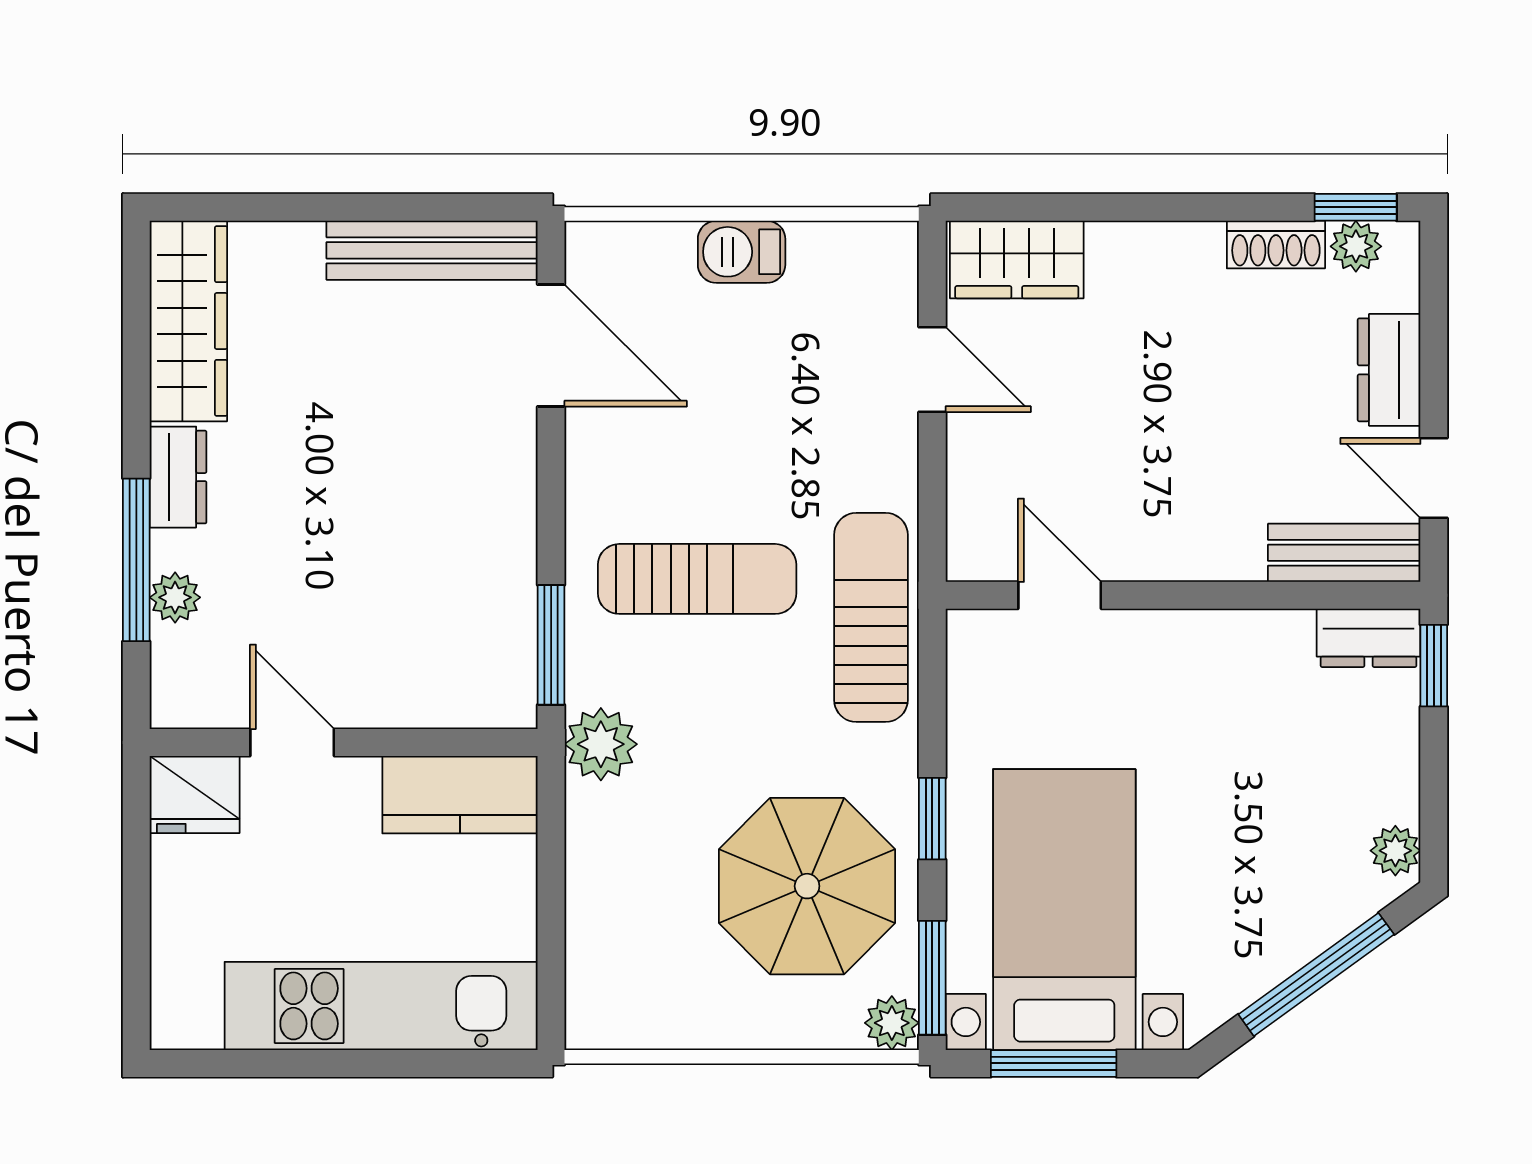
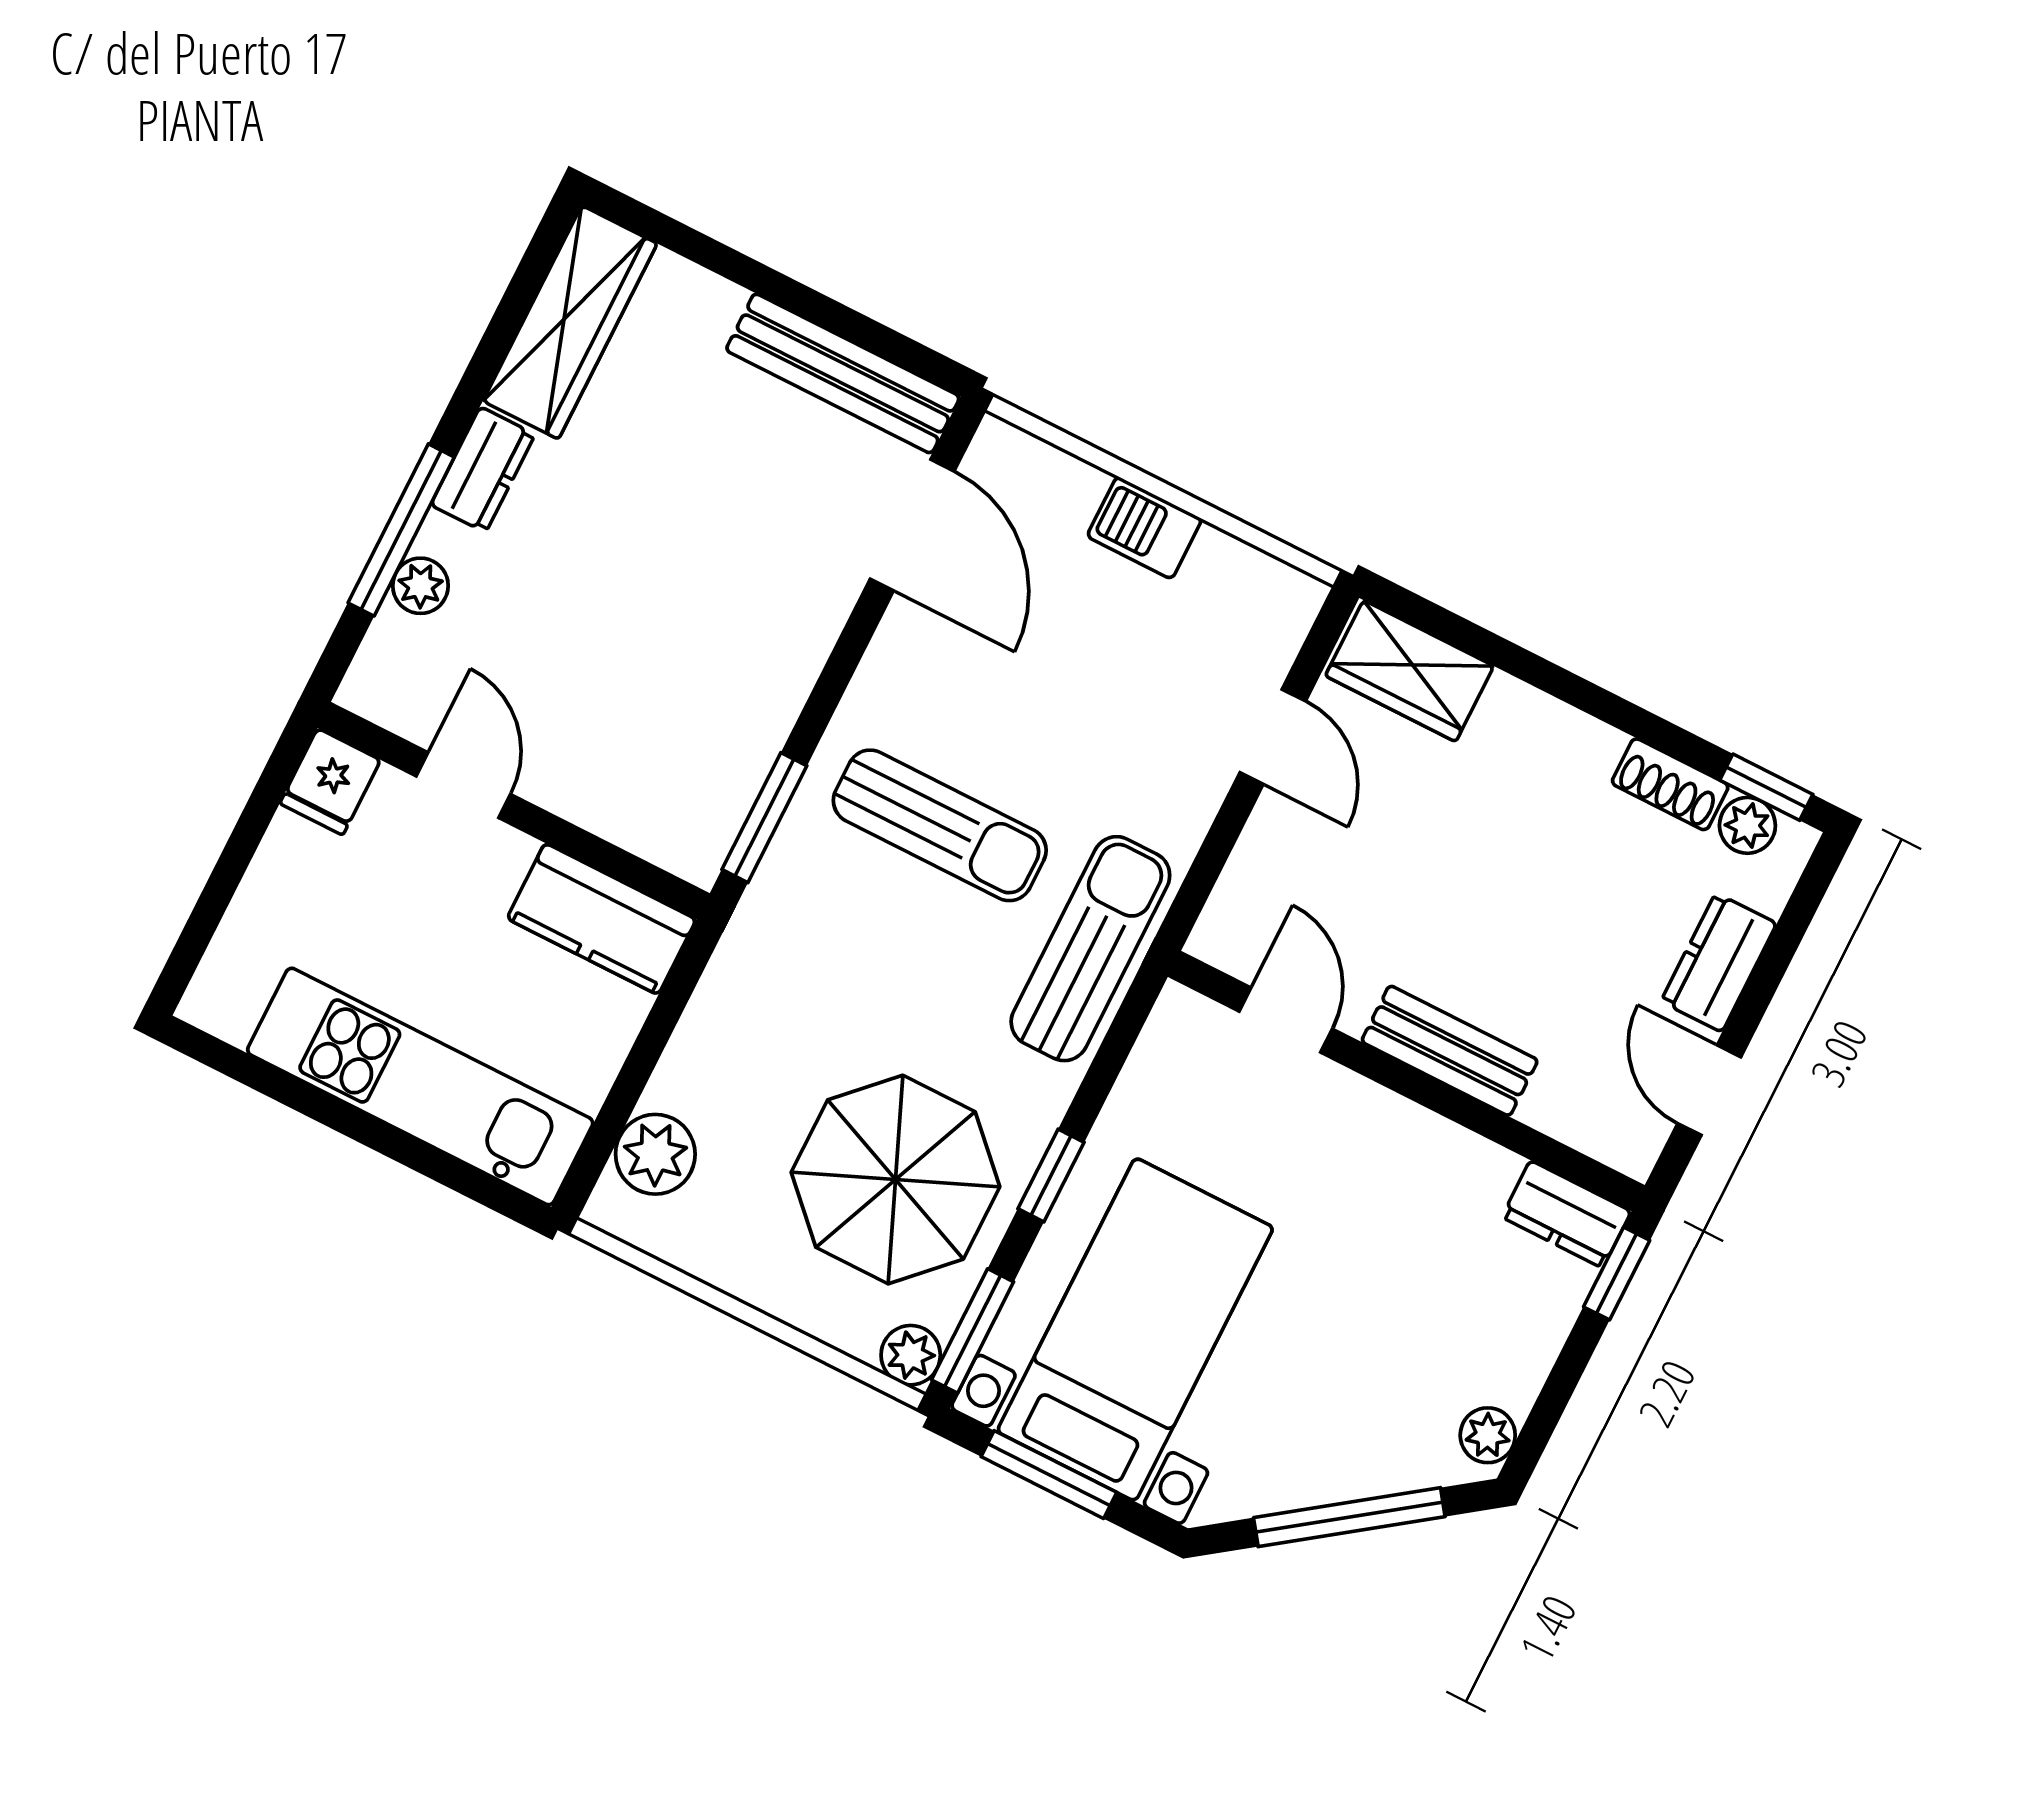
bench: (1344, 553) -> (1450, 1051), moved
plant: (601, 744) -> (655, 1154), moved
fridge: (195, 794) -> (330, 782), width x0.72

